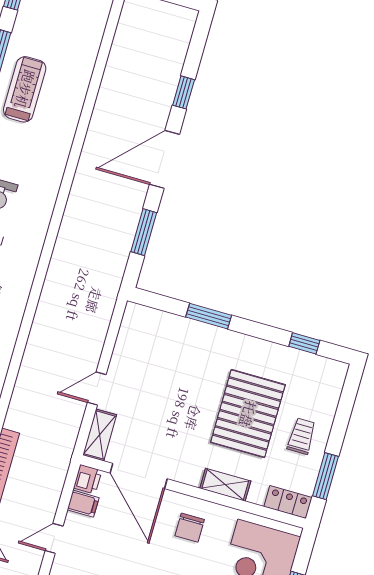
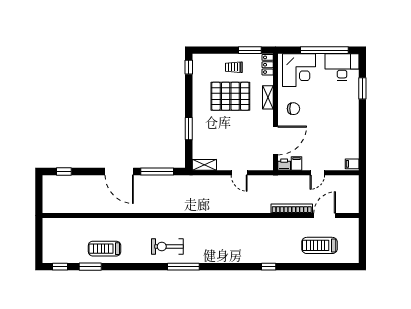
window: (184, 92) -> (64, 171), moved
window: (144, 232) -> (157, 171), width x1.44
window: (304, 343) -> (189, 67), moved
shelving: (100, 435) -> (204, 165), moved
door: (54, 538) -> (317, 173), hinge flipped

